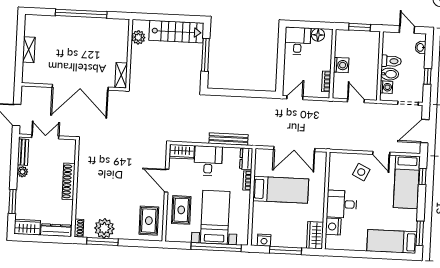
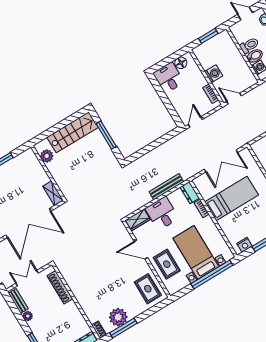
door: (356, 101) -> (234, 98), moved
shoe rack: (69, 181) -> (60, 287), moved

